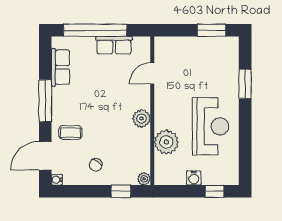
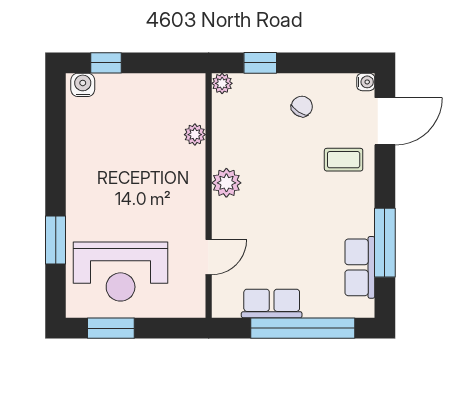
window: (45, 101) -> (385, 243), moved
reception desk: (210, 126) -> (121, 272), moved, turned -90
plant: (166, 142) -> (195, 135), width x0.53, depth x0.53
water cooler: (194, 178) -> (83, 85), moved

